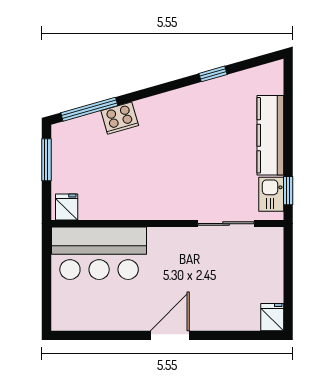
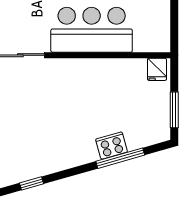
window: (89, 109) -> (120, 158), moved
bar counter: (99, 253) -> (92, 30), moved

